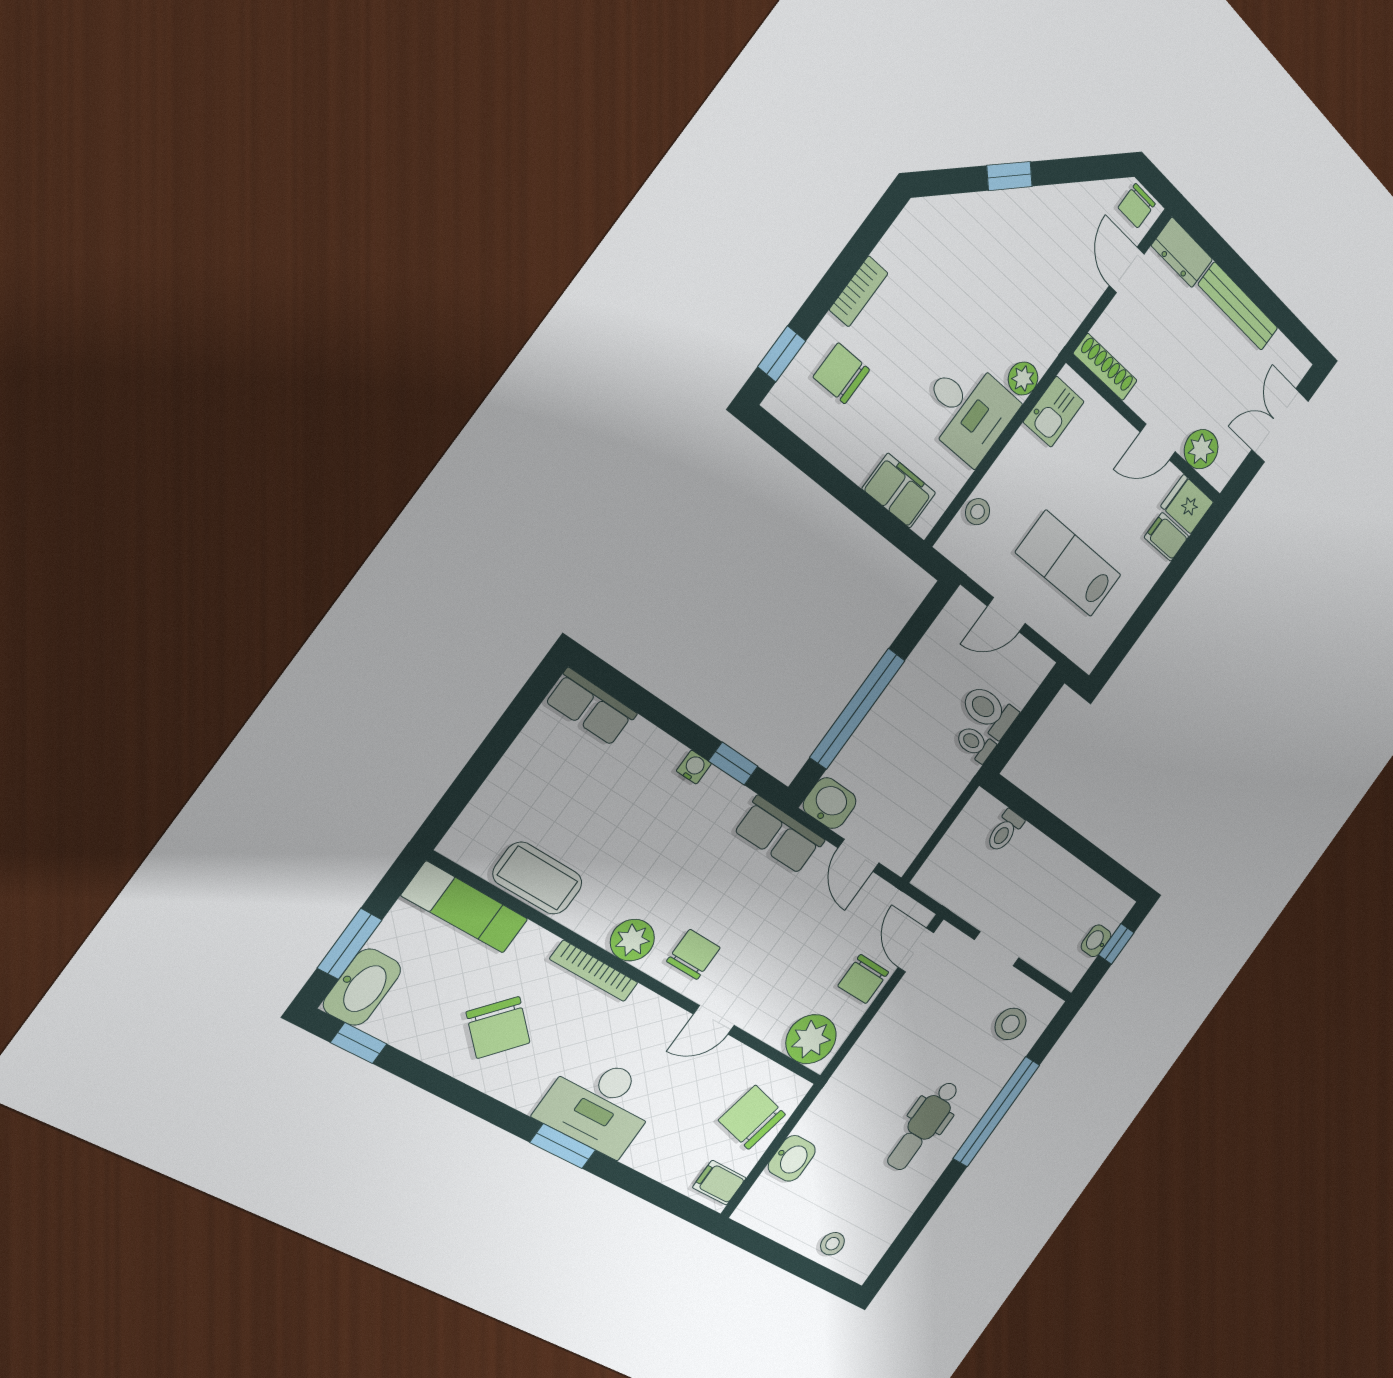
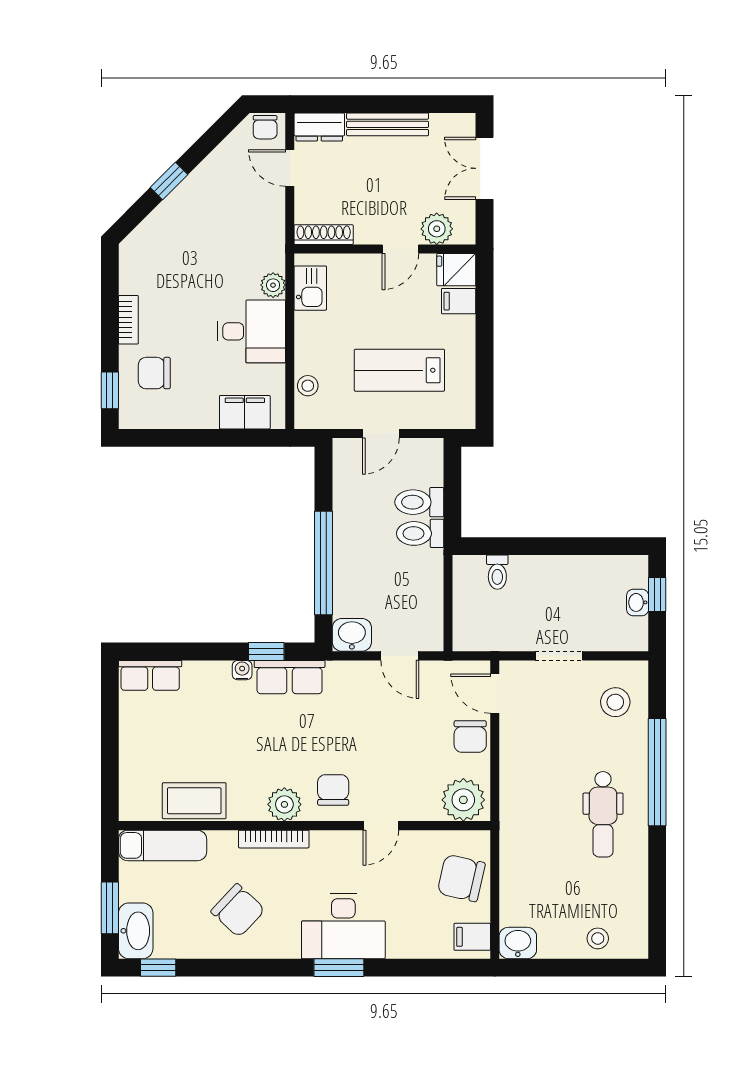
toilet: (975, 744) -> (420, 533), width x1.37, depth x1.39
row of seats: (779, 835) -> (290, 677), moved
washbasin: (792, 1158) -> (518, 943), moved, turned -90

